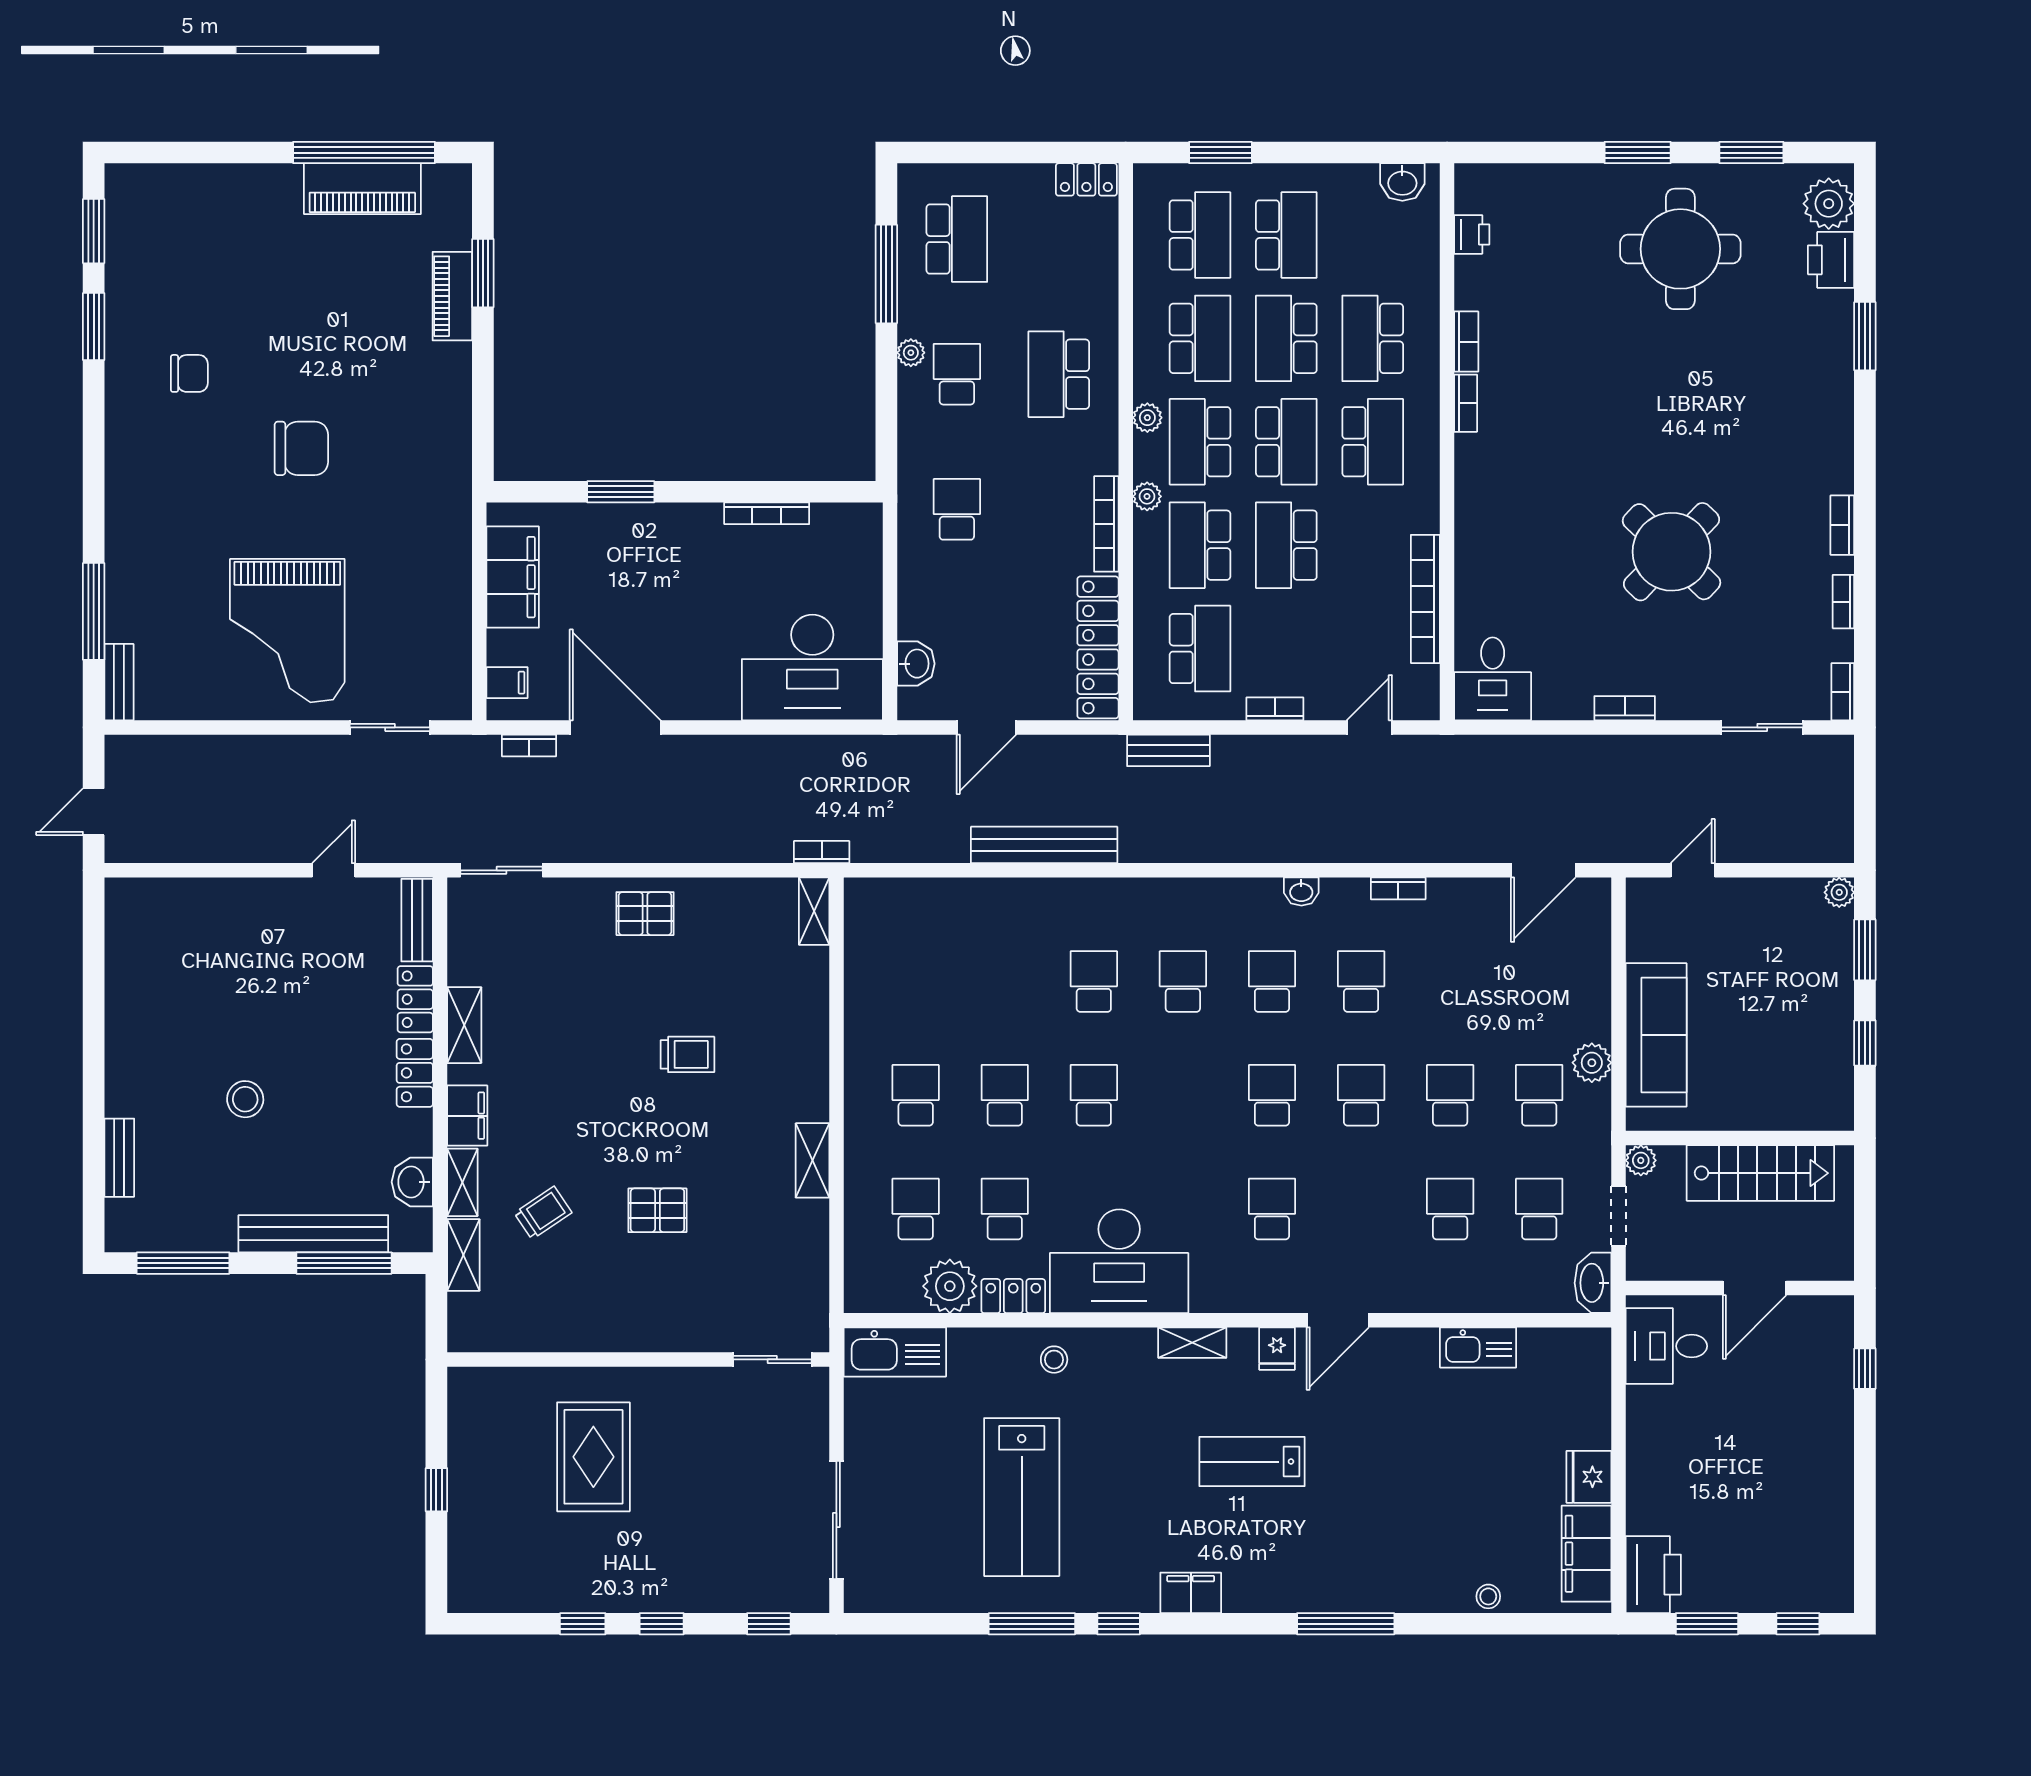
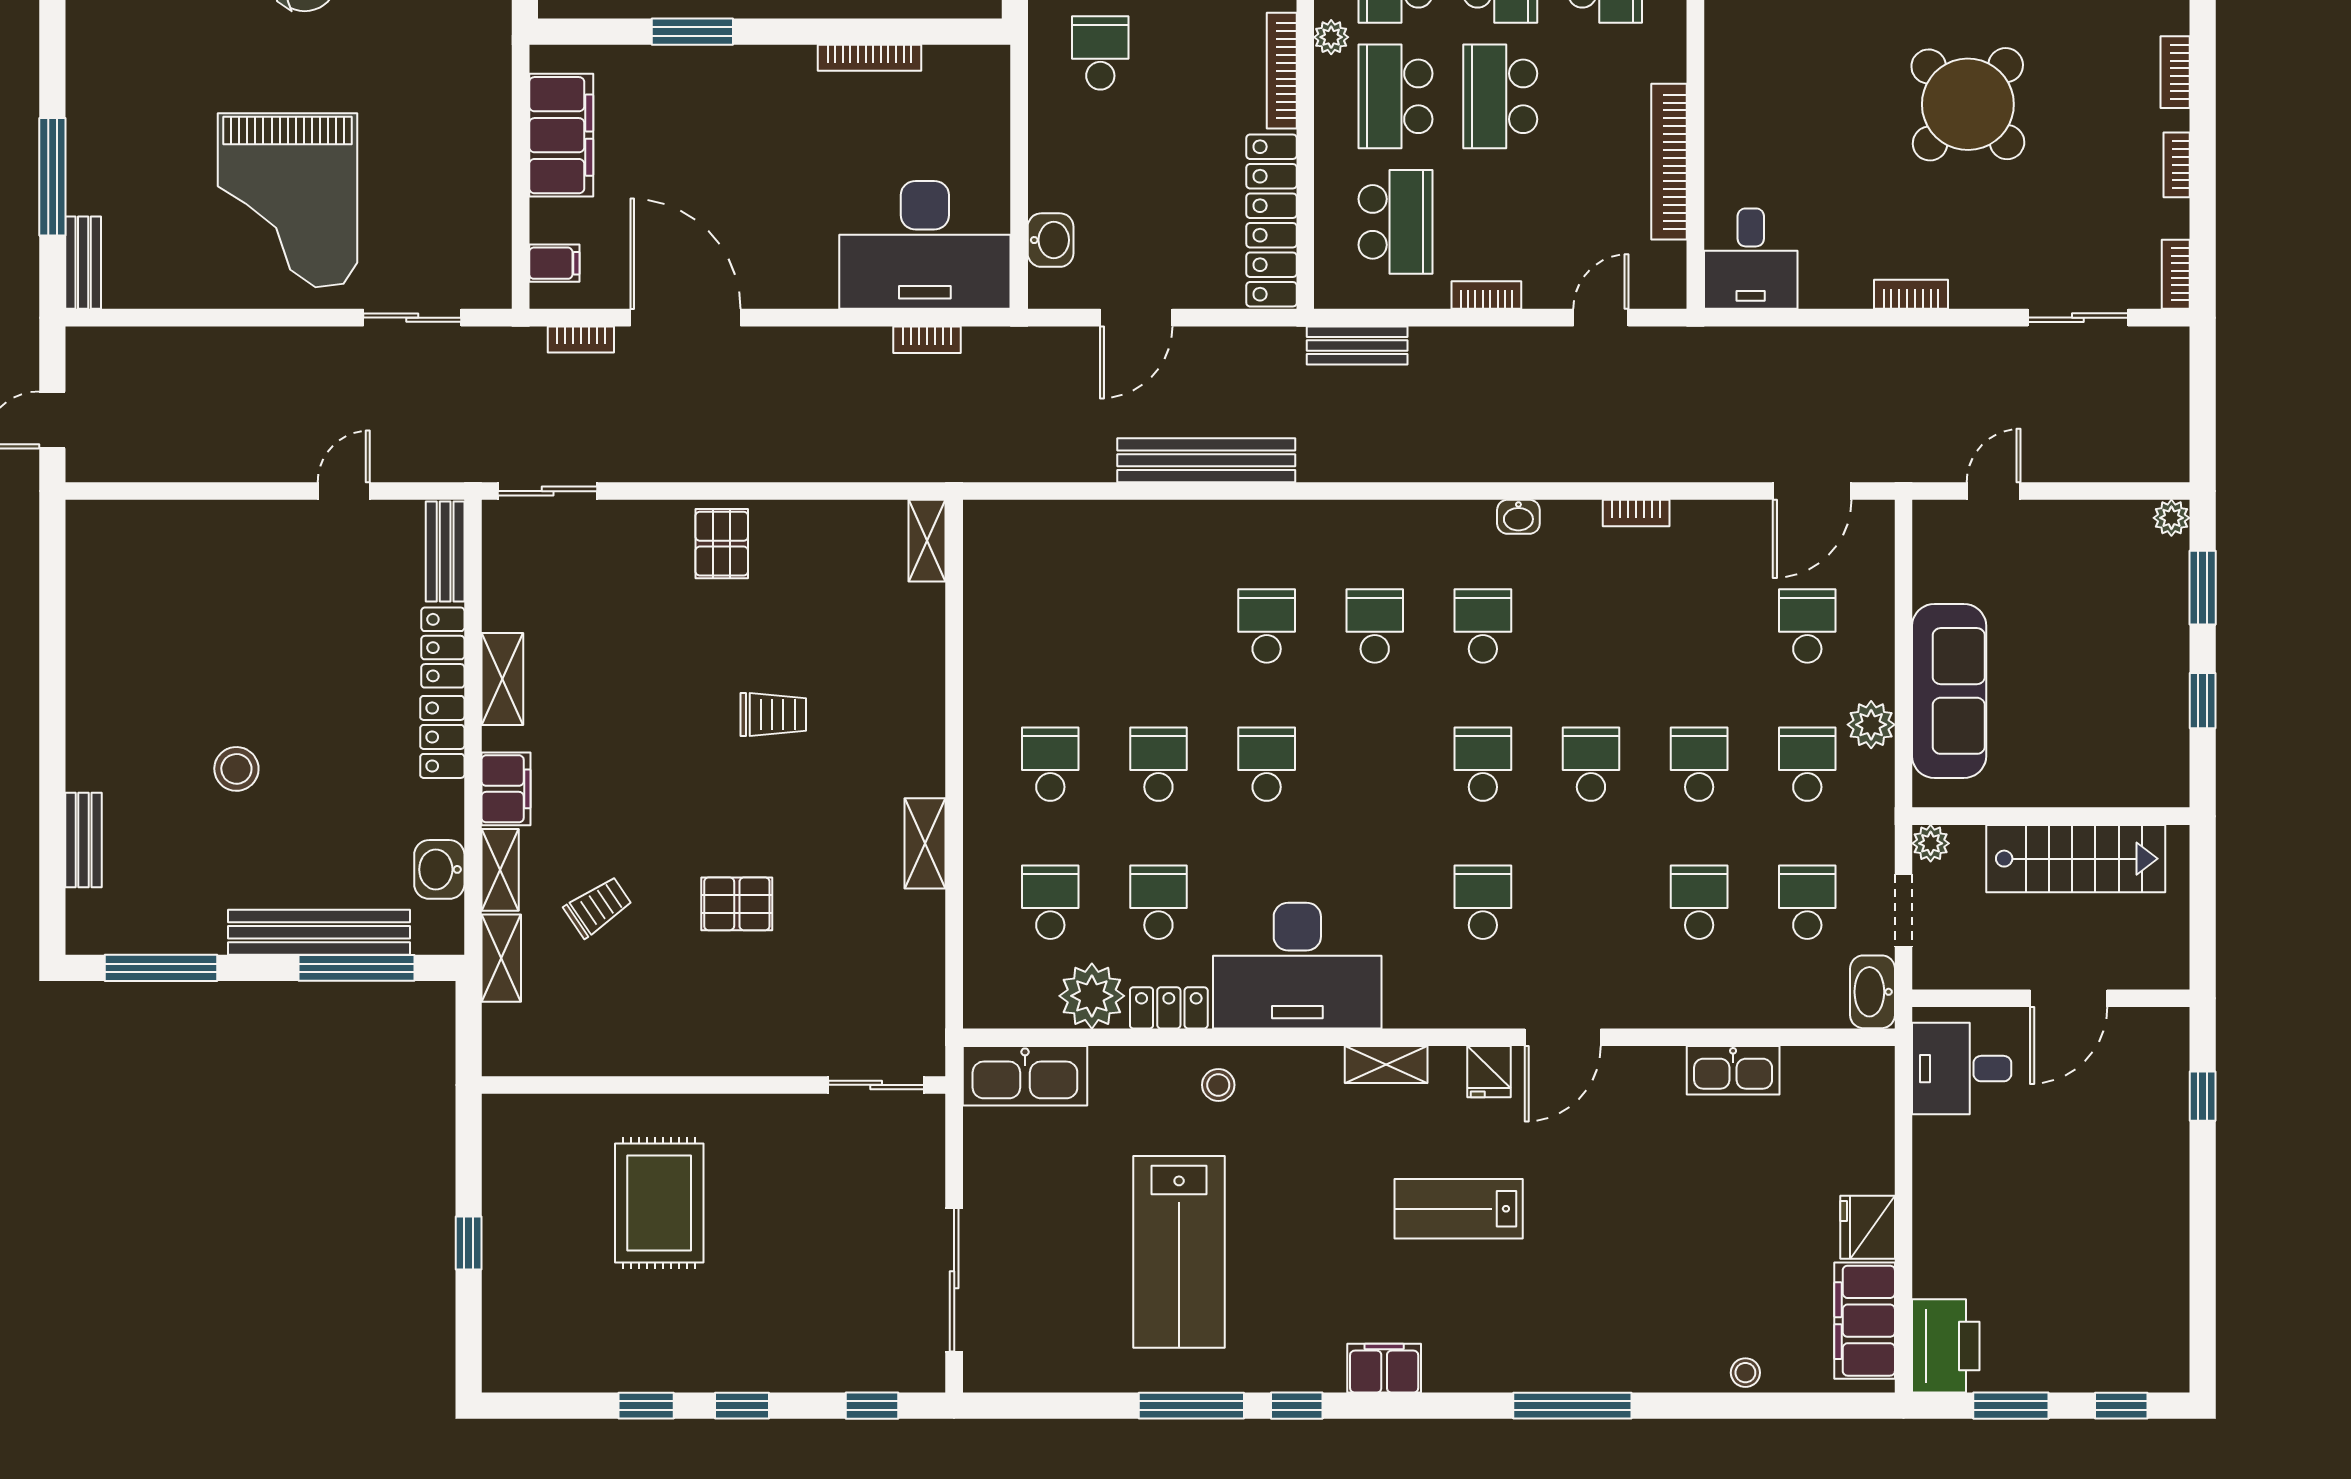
bookcase: (822, 852) -> (927, 340), moved, turned 180
pallet: (645, 914) -> (722, 544), turned 90
school desk: (1361, 981) -> (1807, 626), moved

